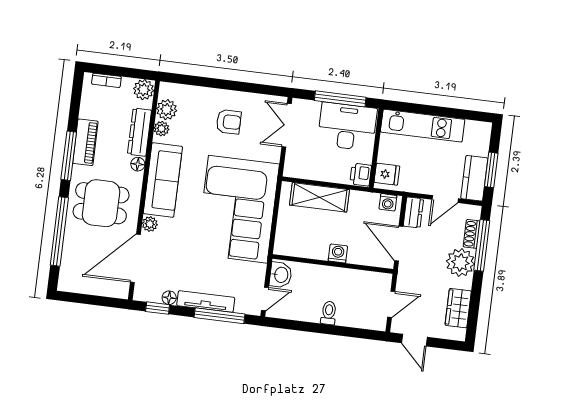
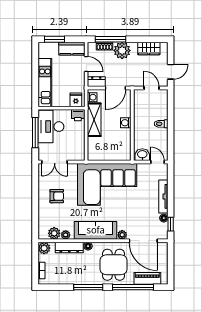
armchair: (229, 122) -> (57, 196), turned 90
piano: (85, 142) -> (147, 278), moved
window: (491, 170) -> (55, 39), moved
shelving: (320, 197) -> (94, 120), moved
window: (220, 316) -> (171, 187), removed

